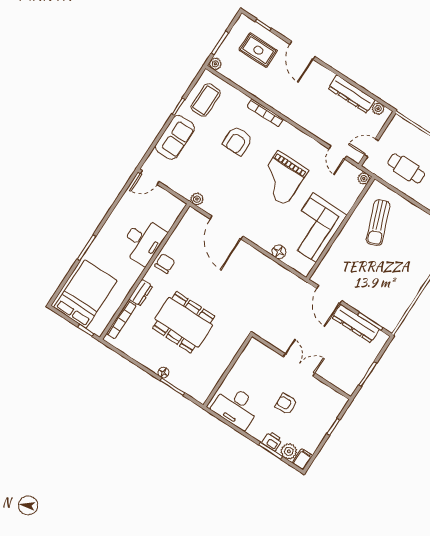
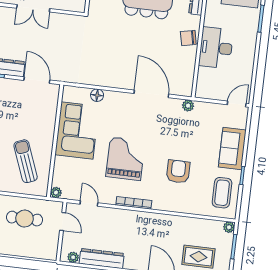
bookcase: (265, 113) -> (134, 203), moved
door: (371, 148) -> (63, 221), hinge flipped
chair: (165, 263) -> (188, 38), turned 78

